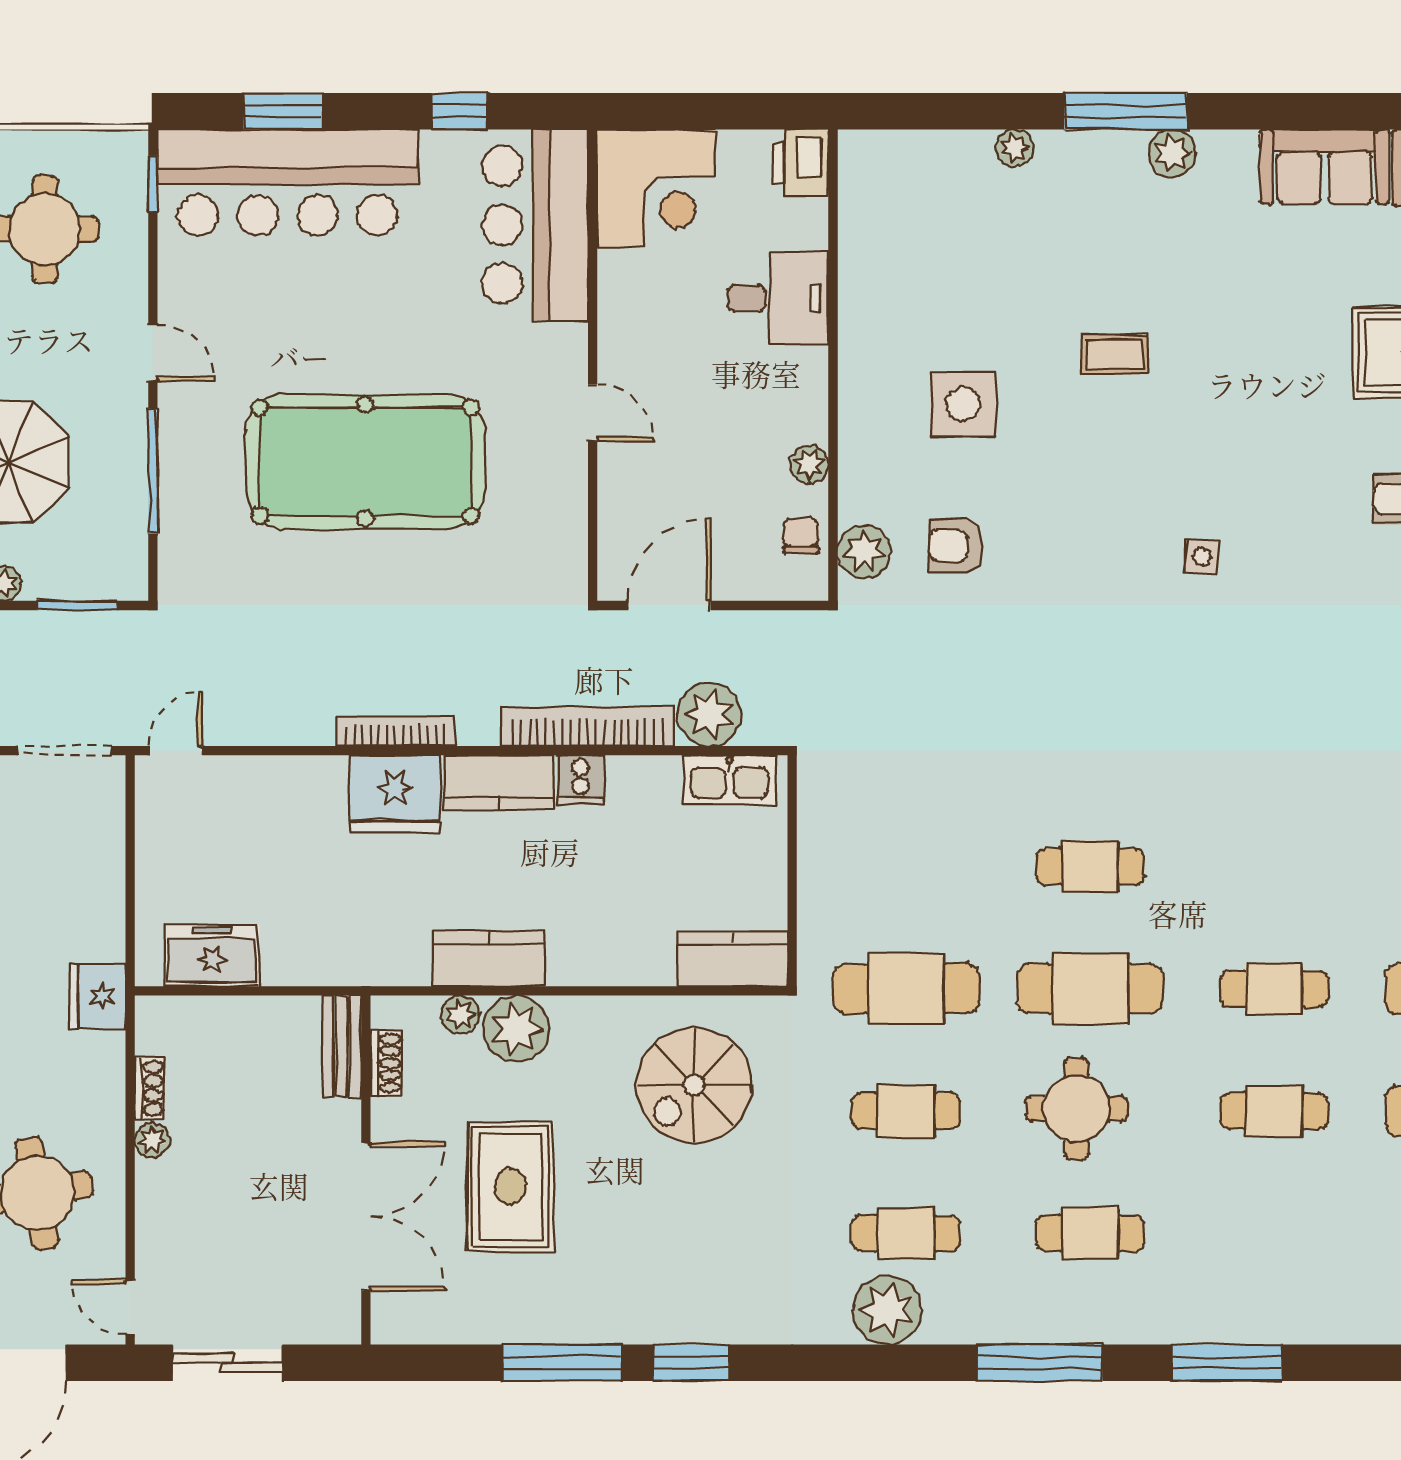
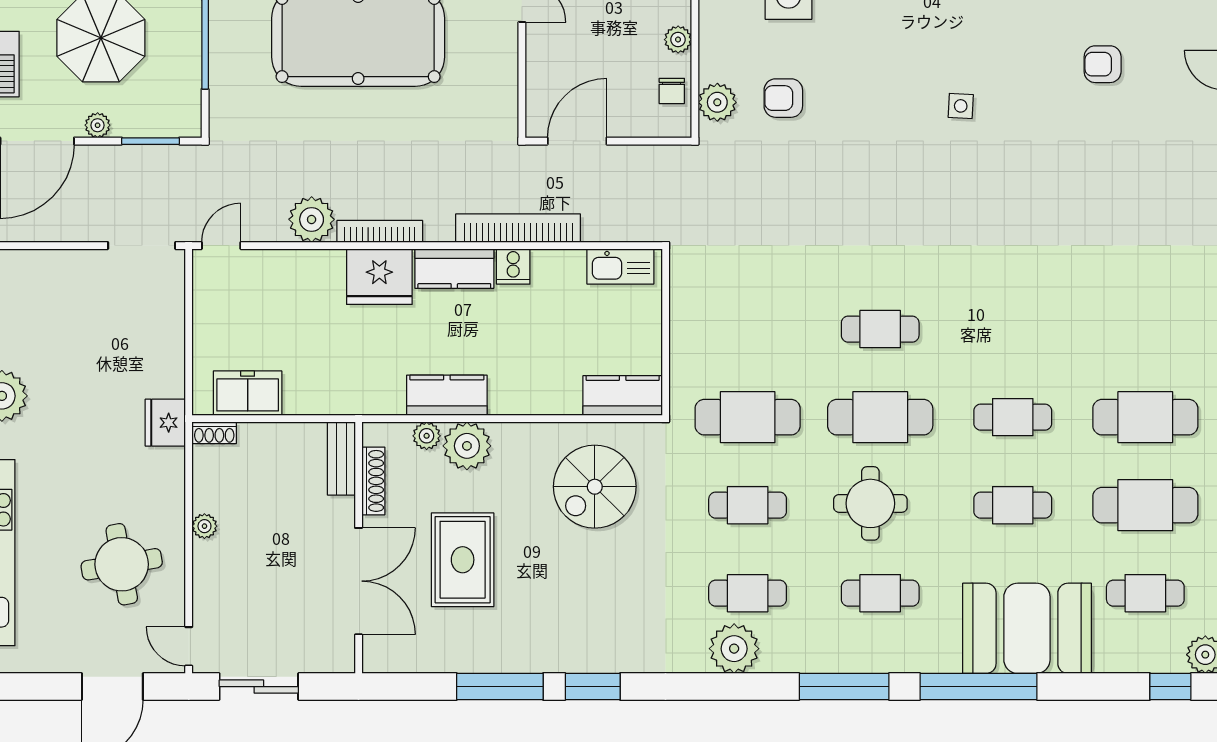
chair: (801, 536) -> (672, 91), turned 180
plant: (709, 714) -> (312, 219), moved
shoe rack: (386, 1063) -> (373, 481), width x1.43
shoe rack: (150, 1088) -> (214, 433), moved, turned 90
booth: (1294, 1282) -> (1027, 628), added
window: (1227, 1363) -> (979, 687), width x1.46

